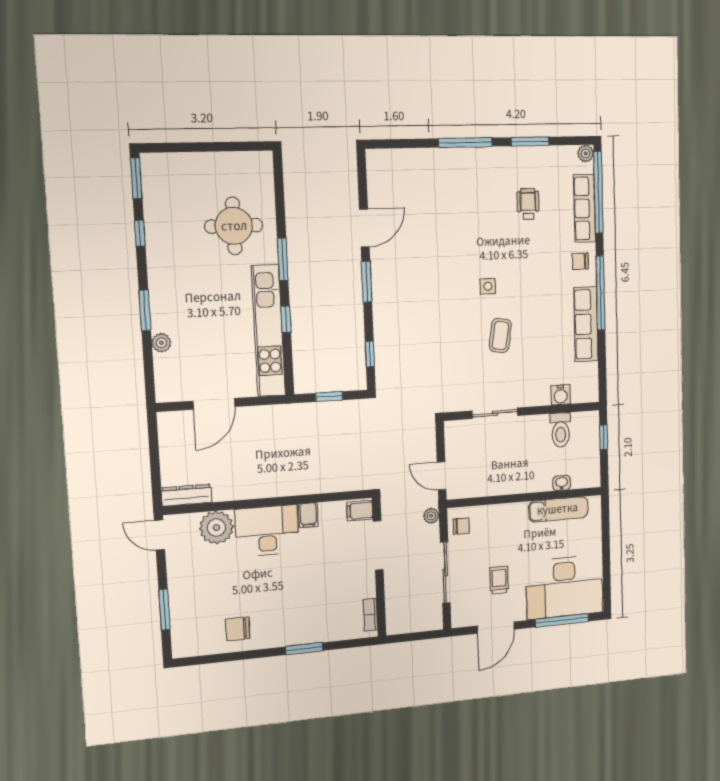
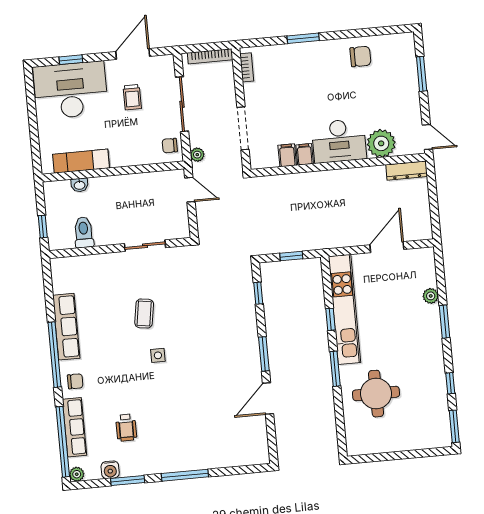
water cooler: (561, 395) -> (110, 470), moved, turned 180
filing cabinet: (360, 511) -> (287, 155), moved, turned -90
window: (562, 620) -> (71, 60), width x0.46
bookcase: (411, 626) -> (210, 56), added

